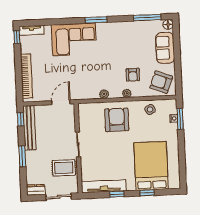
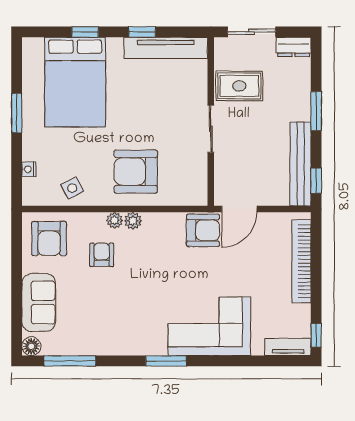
armchair: (161, 82) -> (49, 239), turned 69
armchair: (80, 90) -> (203, 230), added
plant: (104, 94) -> (133, 221), moved
window: (180, 119) -> (17, 113), moved
armchair: (117, 120) -> (136, 172), turned 90

